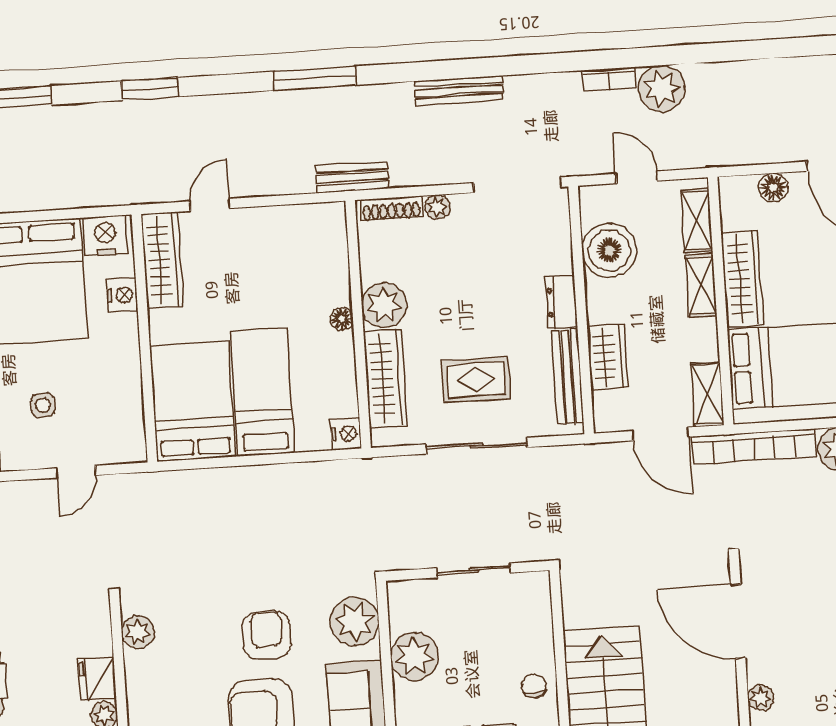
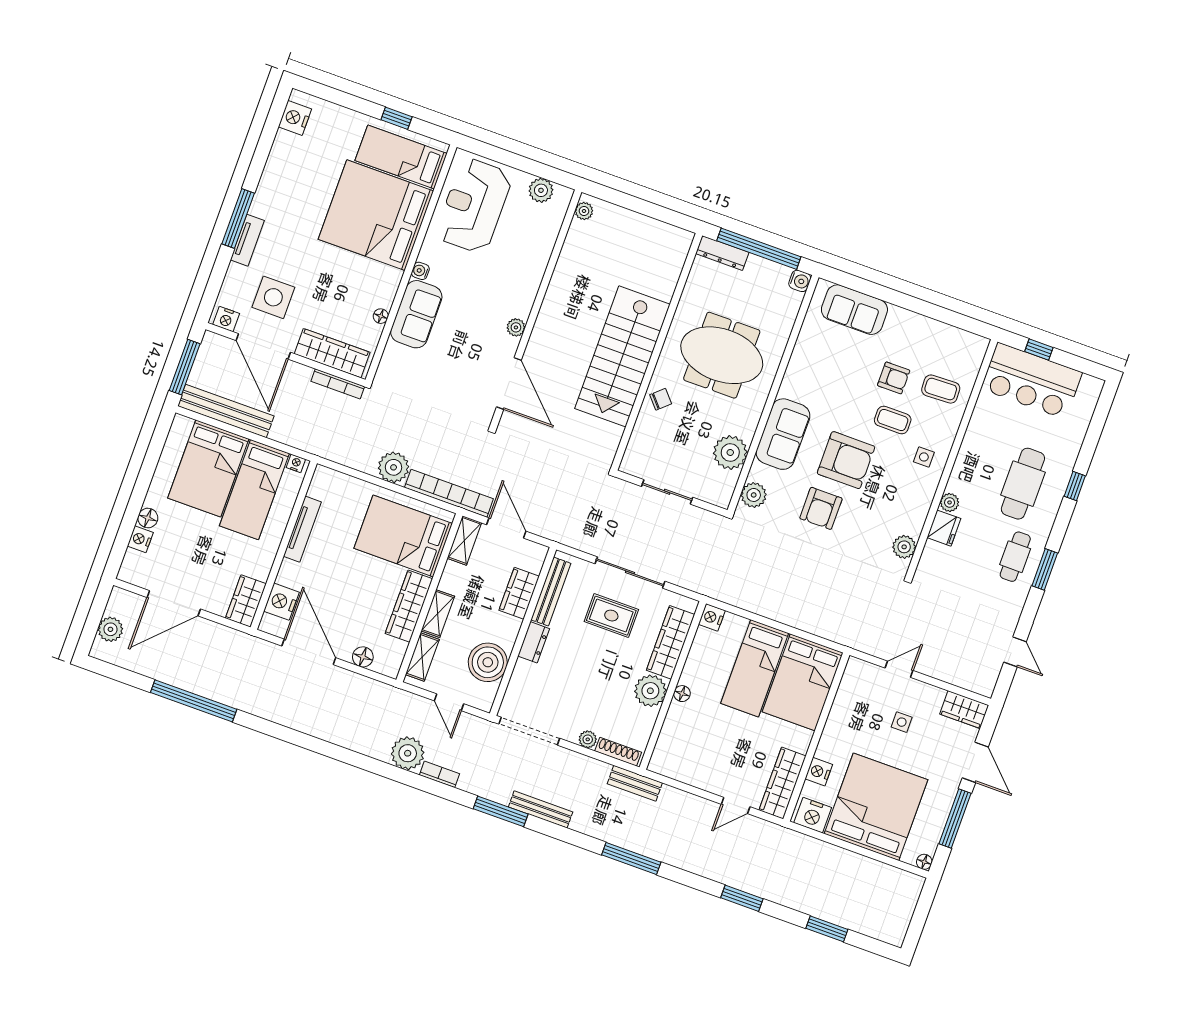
window: (509, 66) -> (501, 811), added
plant: (355, 622) -> (754, 495), width x0.73, depth x0.73
chair: (534, 686) -> (661, 399), turned -132

